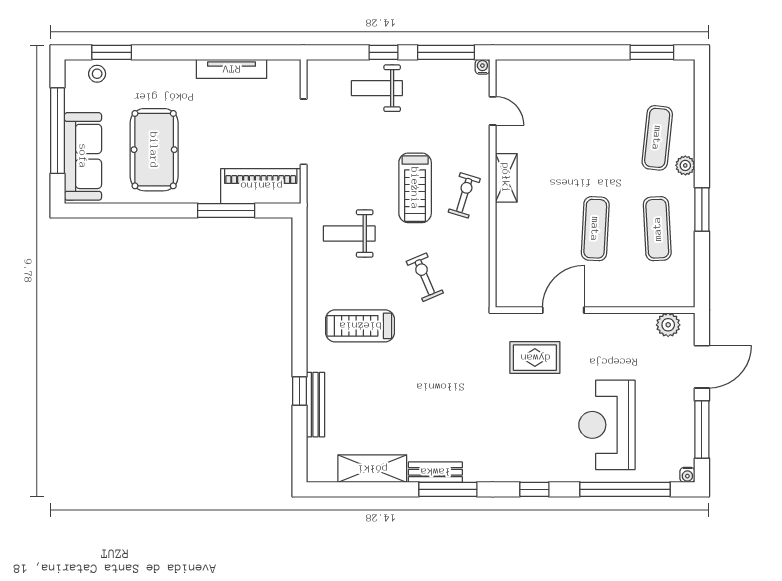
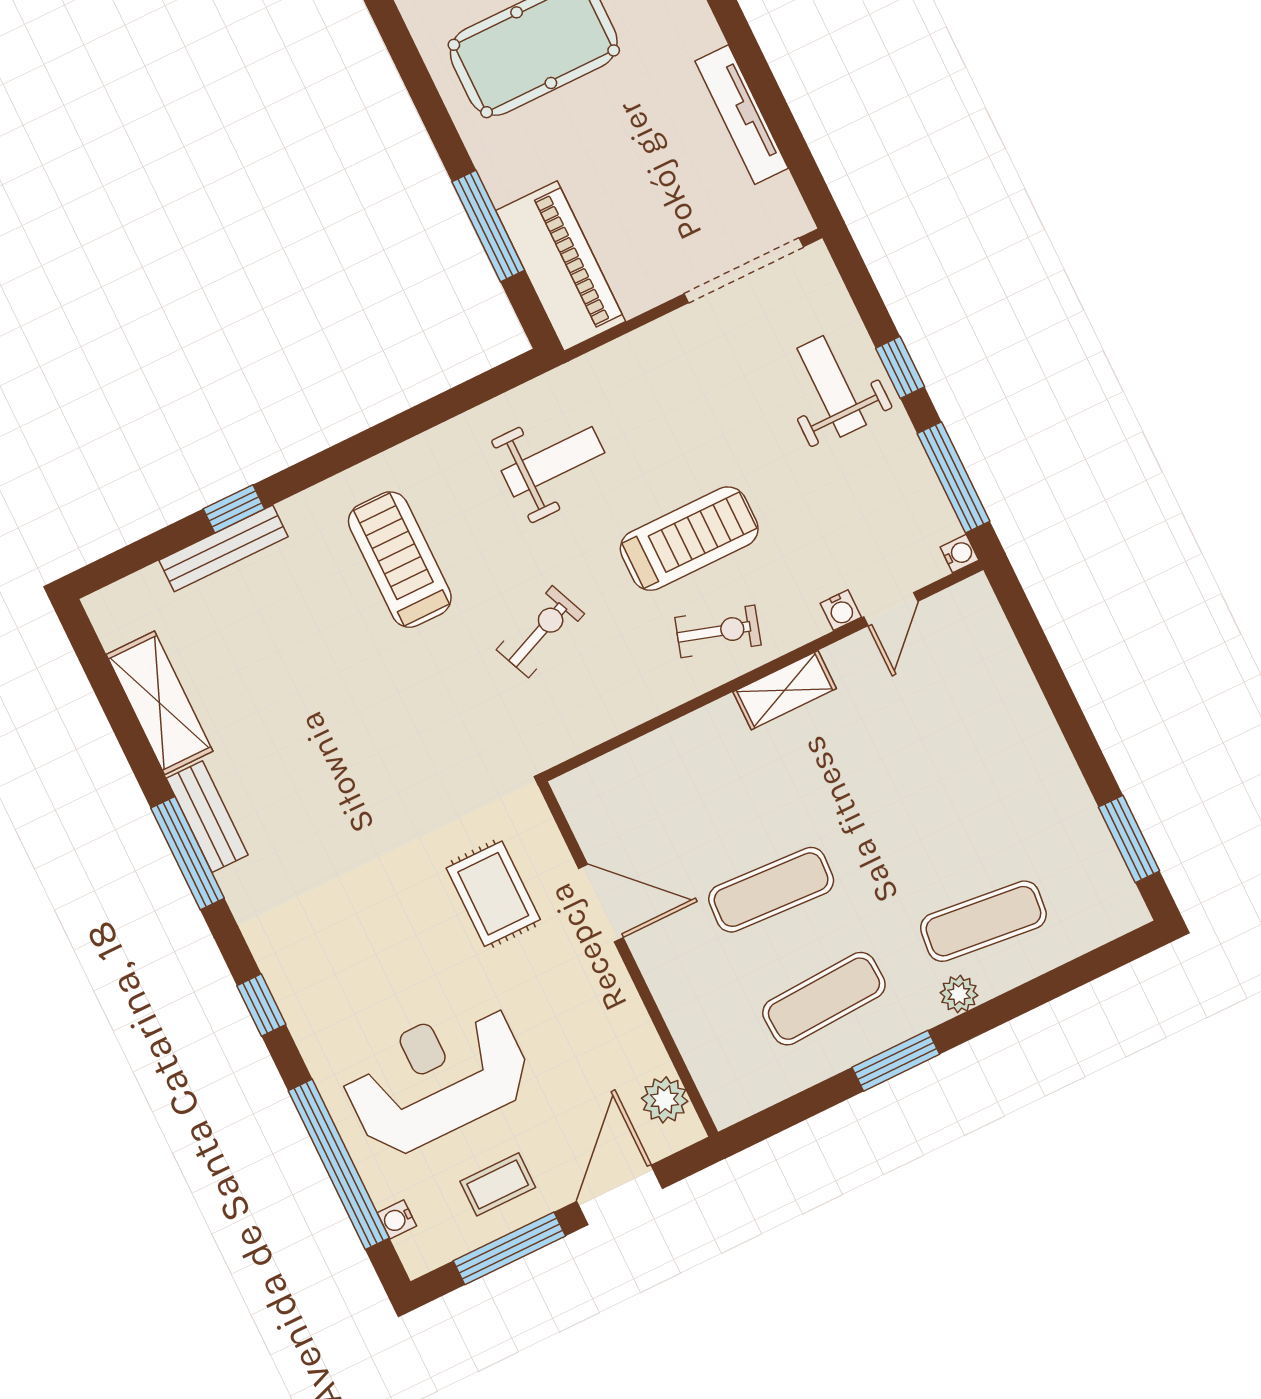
doorway: (304, 132) -> (744, 270), moved
water cooler: (482, 134) -> (841, 610), added
treadmill: (415, 188) -> (689, 539), turned 180
weight bench: (349, 233) -> (553, 462), turned 90
door: (702, 367) -> (620, 1195), swing flipped
coffee table: (670, 421) -> (498, 1184), added
water cooler: (687, 475) -> (397, 1219), moved

